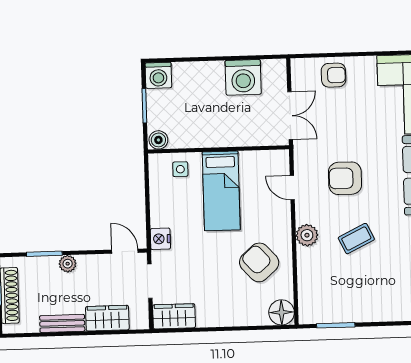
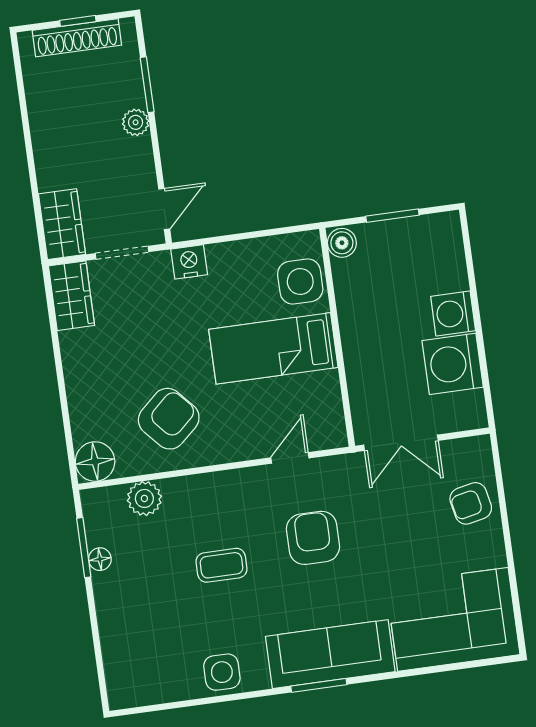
washing machine: (158, 75) -> (453, 314), moved
armchair: (334, 75) -> (471, 503), turned 78
side table: (180, 169) -> (300, 282), width x1.87, depth x1.87
plant: (307, 235) -> (144, 498), moved
coffee table: (356, 239) -> (221, 565), turned -64
floor lamp: (344, 316) -> (100, 559), added
wardrobe: (107, 318) -> (62, 224), moved
bench: (62, 323) -> (42, 124), removed

